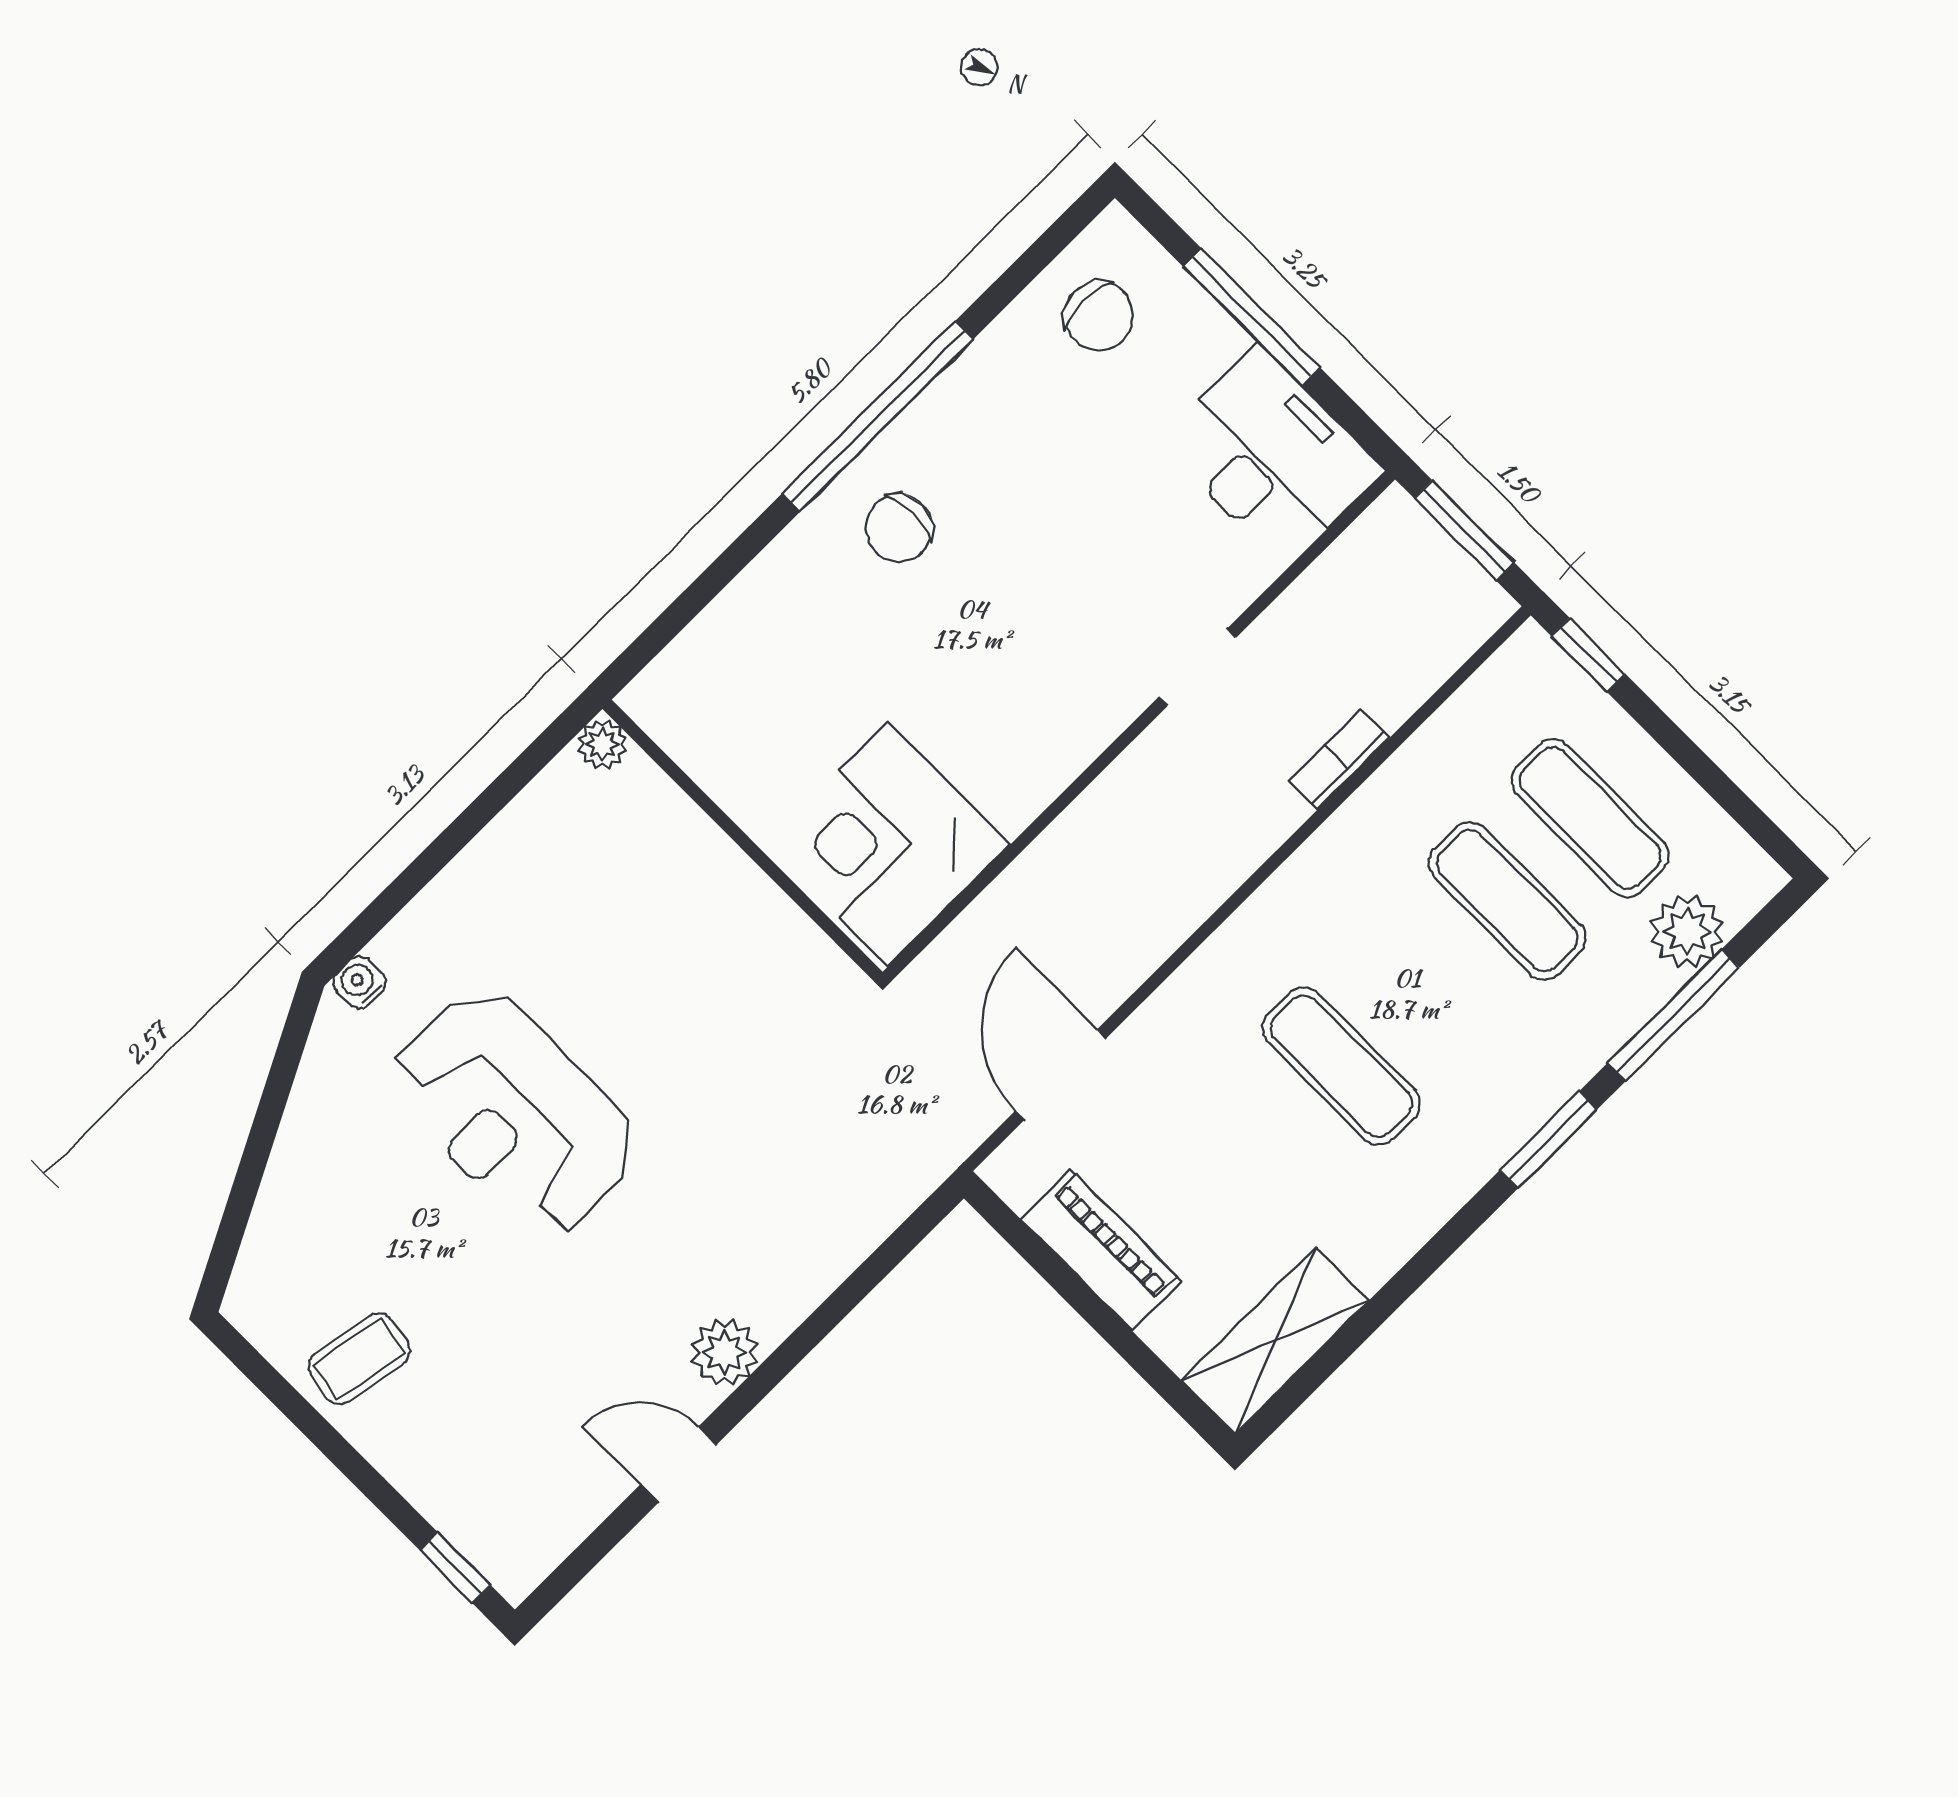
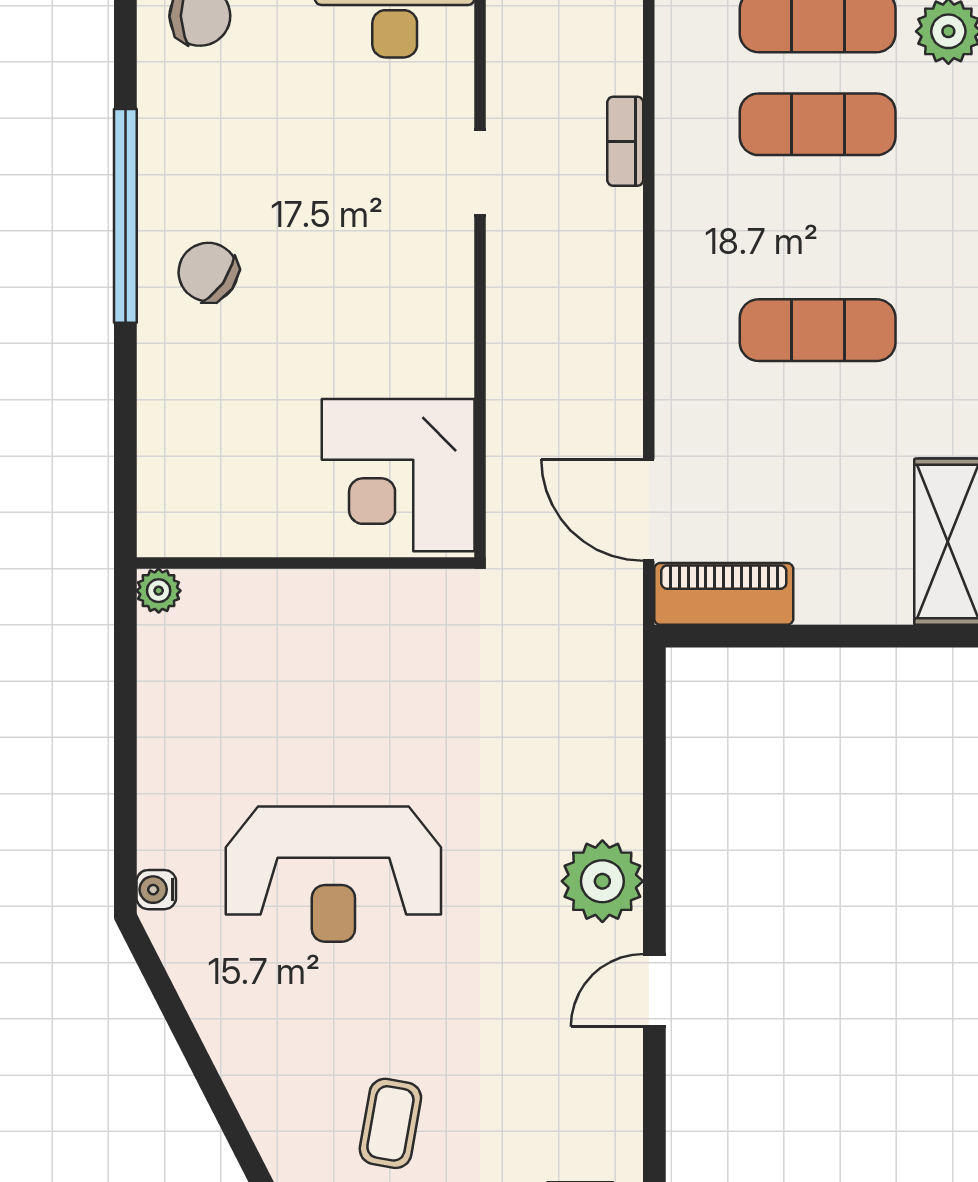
chair: (899, 528) -> (208, 272), turned 125
piano: (1101, 1250) -> (724, 594), moved
plant: (724, 1353) -> (602, 881), width x1.36, depth x1.36

